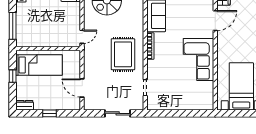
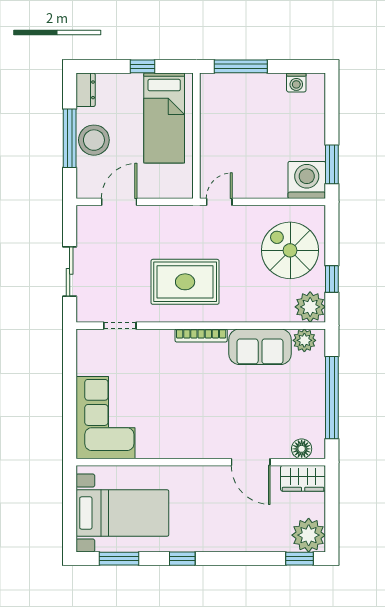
door: (82, 37) -> (219, 202), swing flipped
corner sofa: (199, 60) -> (106, 418), moved, turned 90
stool: (50, 101) -> (94, 140), added
window: (49, 113) -> (70, 138), width x2.17

